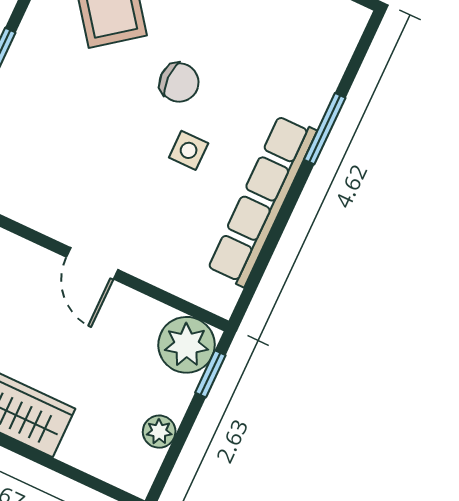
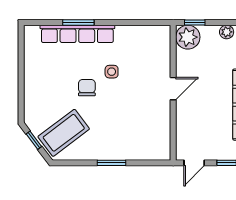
row of seats: (262, 200) -> (77, 34), moved

